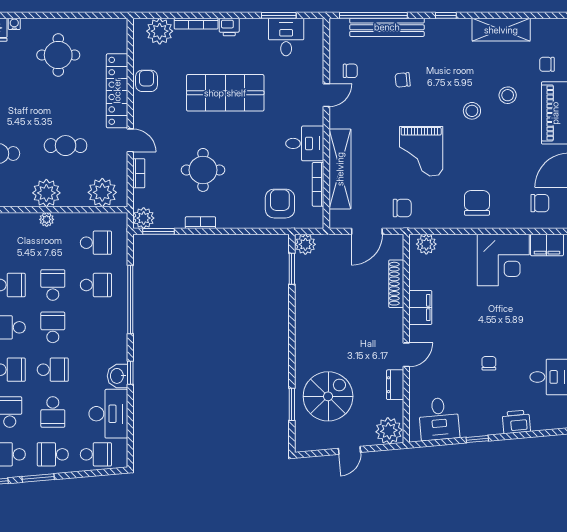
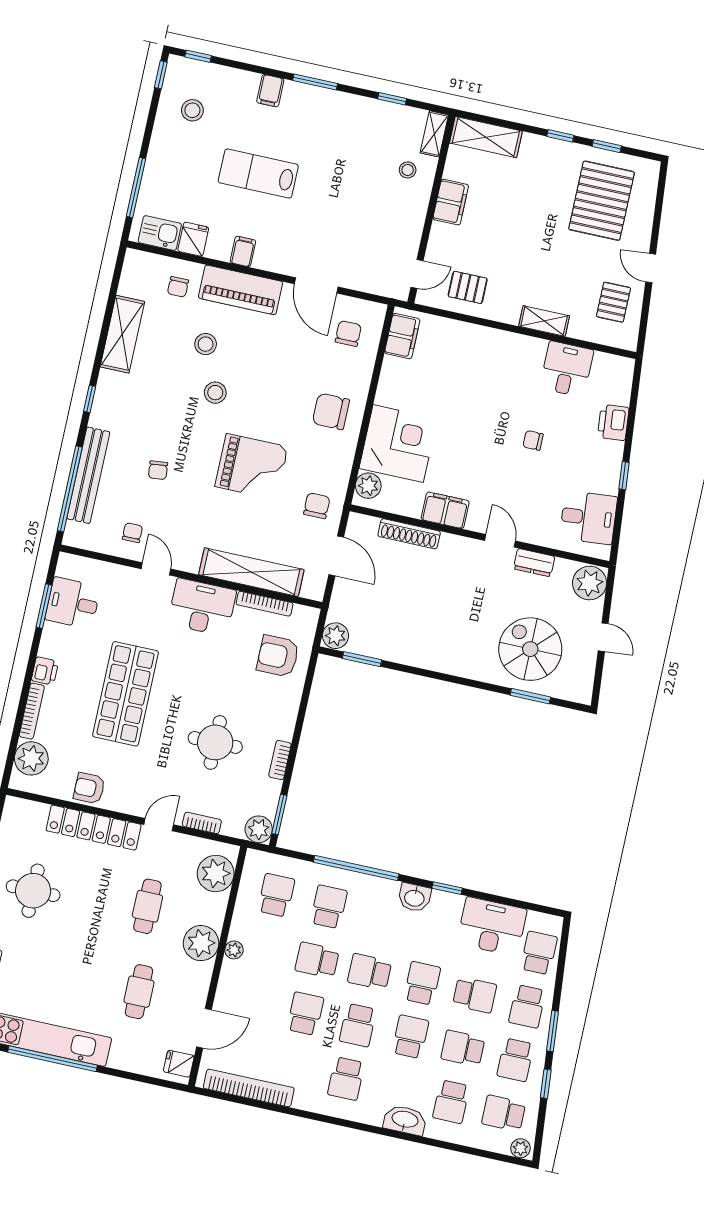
desk: (305, 143) -> (202, 607), width x1.37
corner desk: (503, 260) -> (398, 444), moved
washbasin: (117, 376) -> (415, 898), moved

